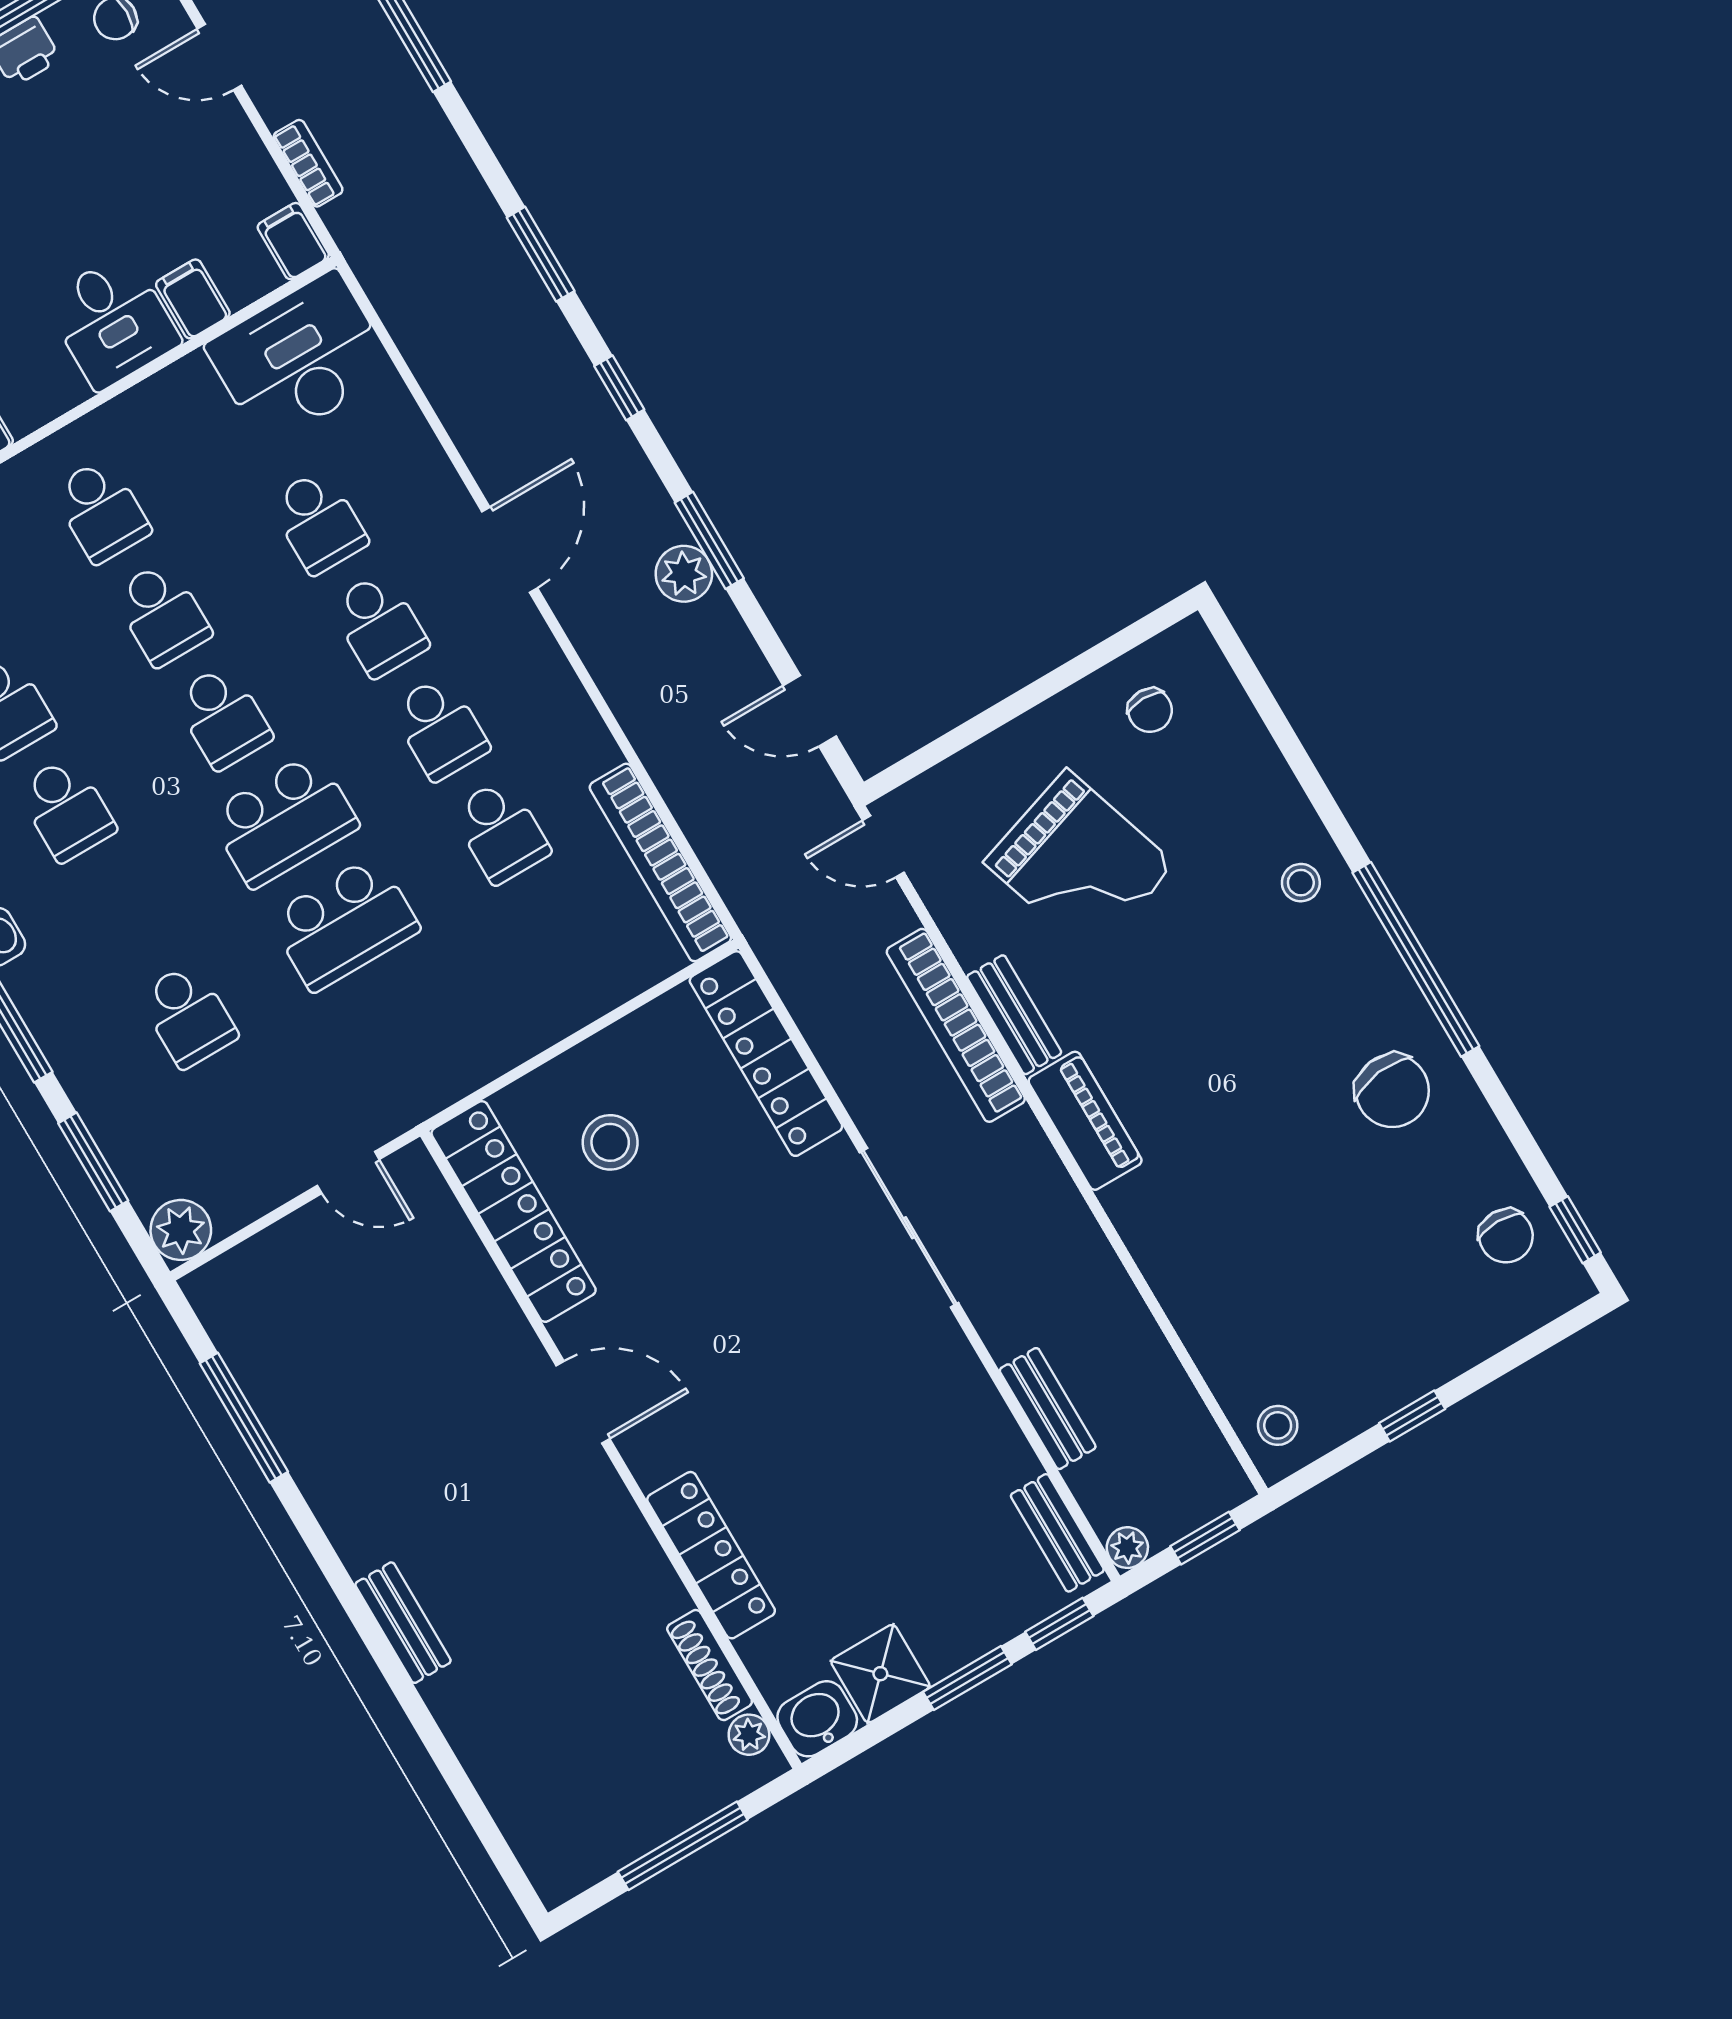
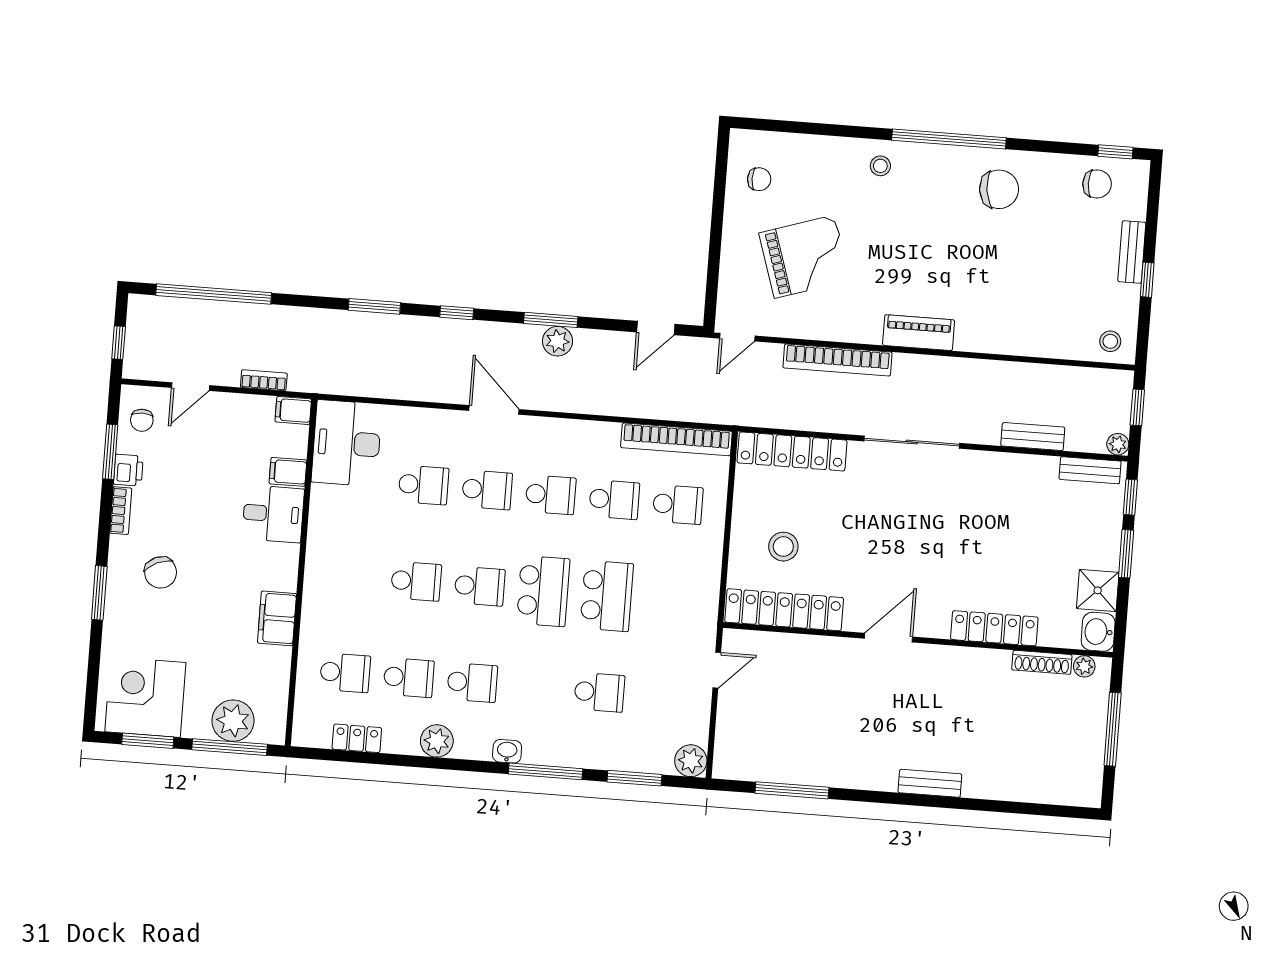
school desk: (101, 511) -> (678, 504), moved
bench: (1014, 1015) -> (1132, 252), moved, turned 90

